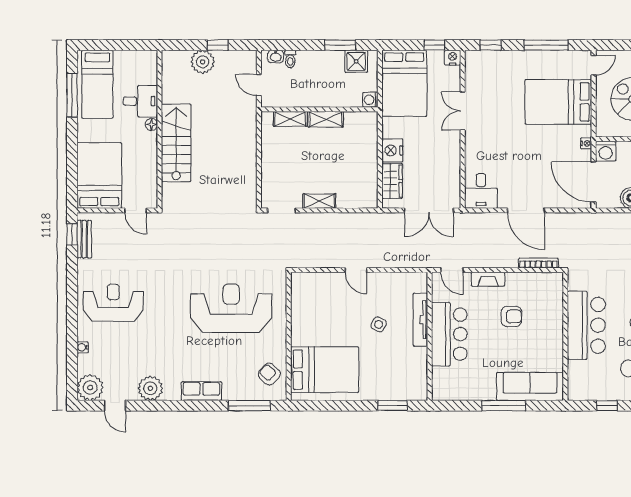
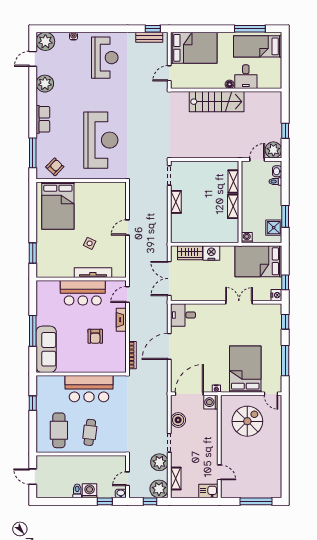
plant: (203, 62) -> (273, 150), moved

